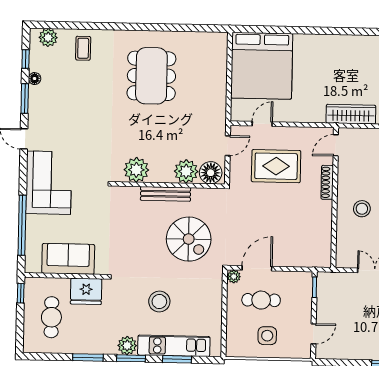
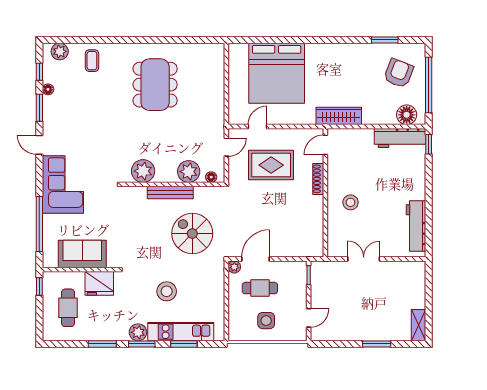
bed: (262, 66) -> (277, 73), moved
floor lamp: (211, 173) -> (211, 177), width x0.53, depth x0.53
spiral stairs: (189, 239) -> (192, 233), turned 180

